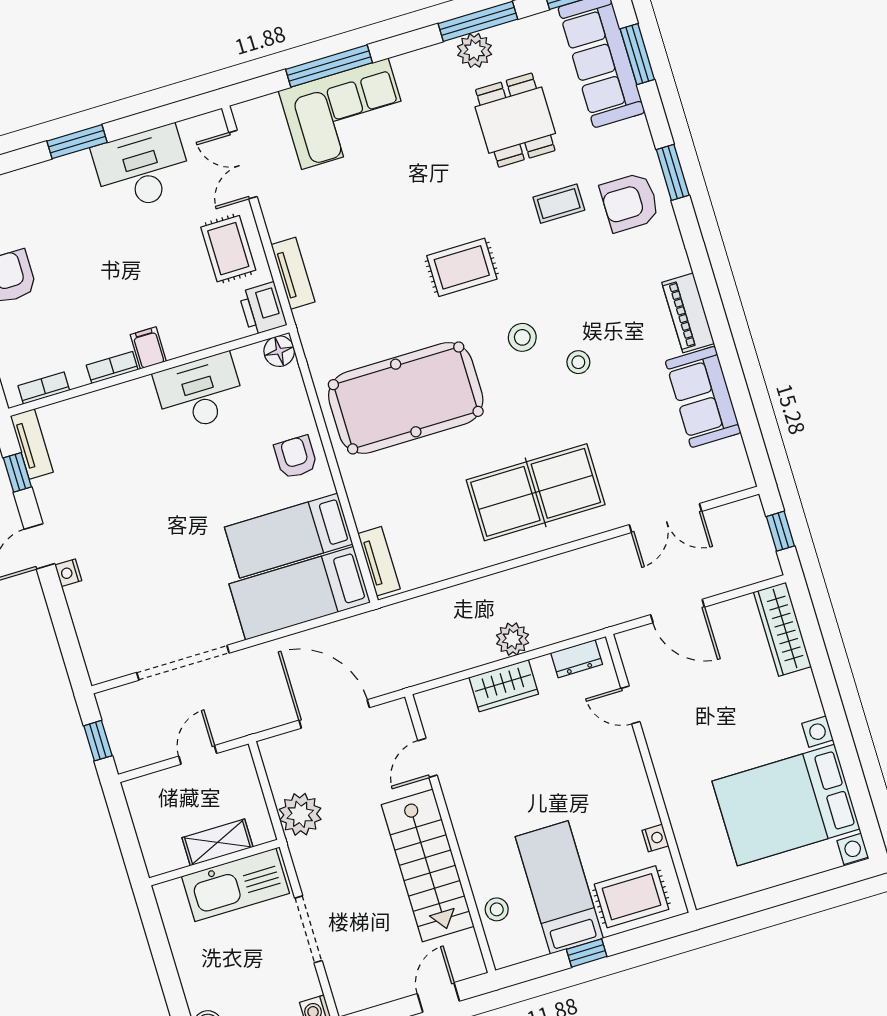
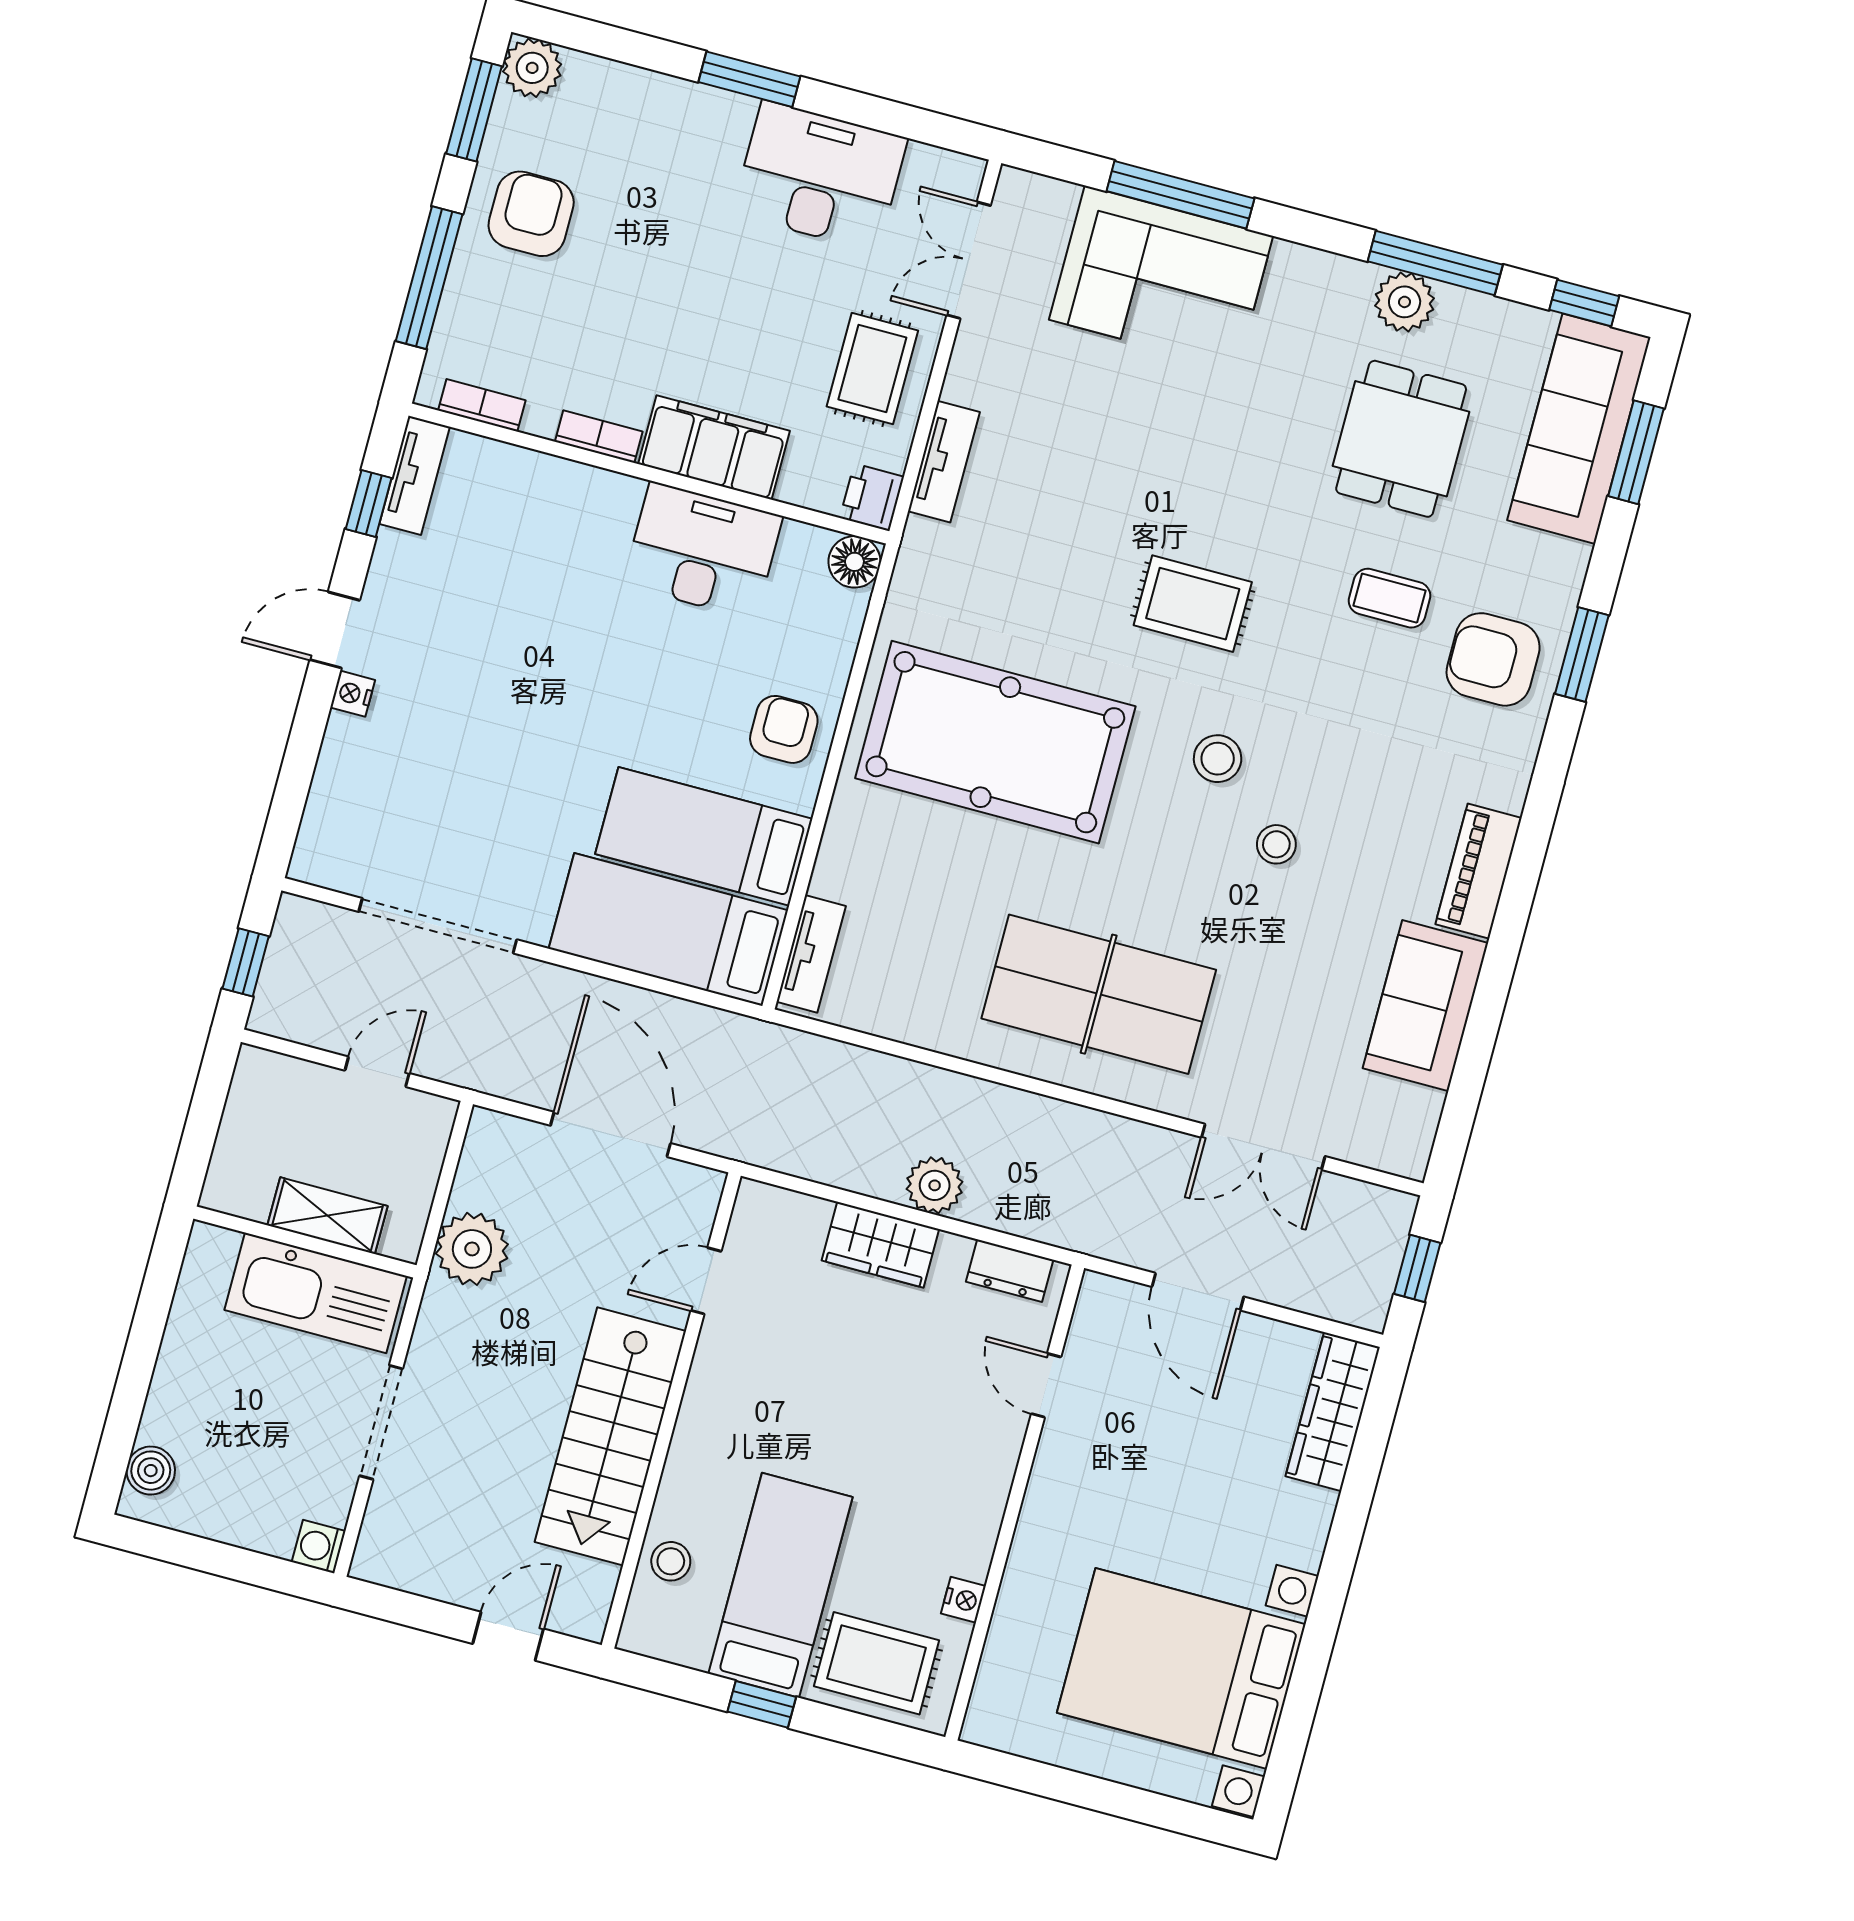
printer: (263, 309) -> (872, 497), width x0.73, depth x0.81
filing cabinet: (148, 348) -> (714, 447), width x3.00, depth x1.17

